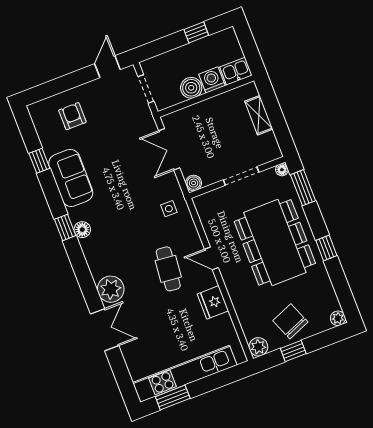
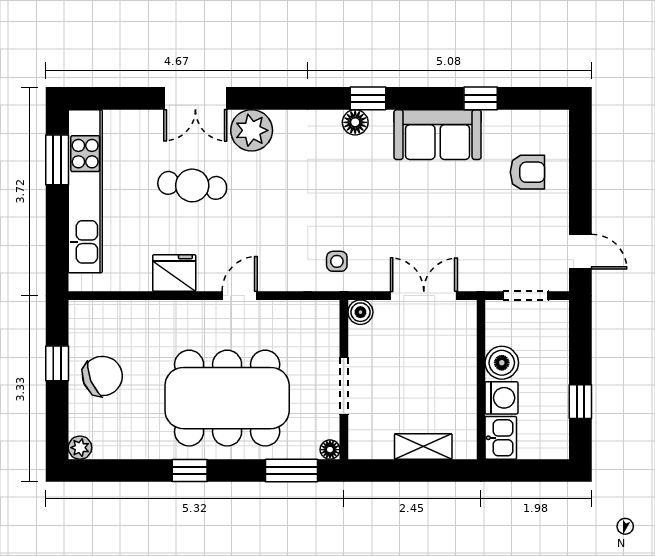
cafe table: (168, 269) -> (192, 185), moved
plant: (258, 347) -> (83, 315), removed

